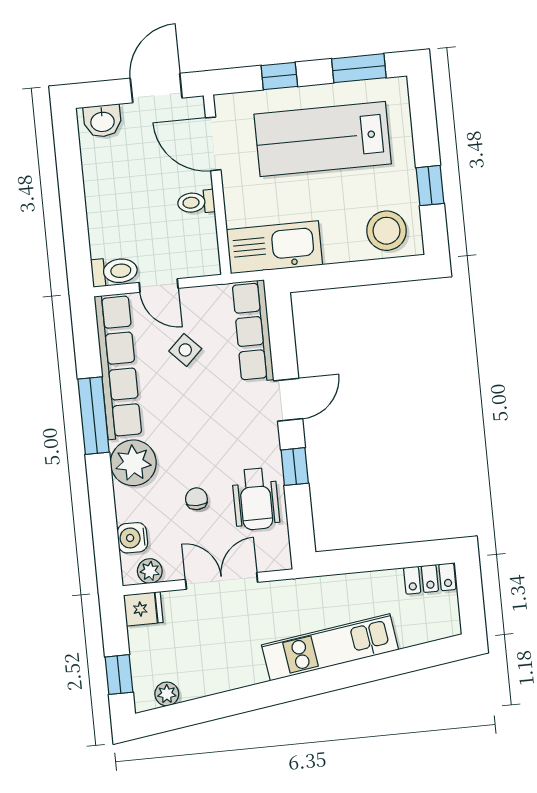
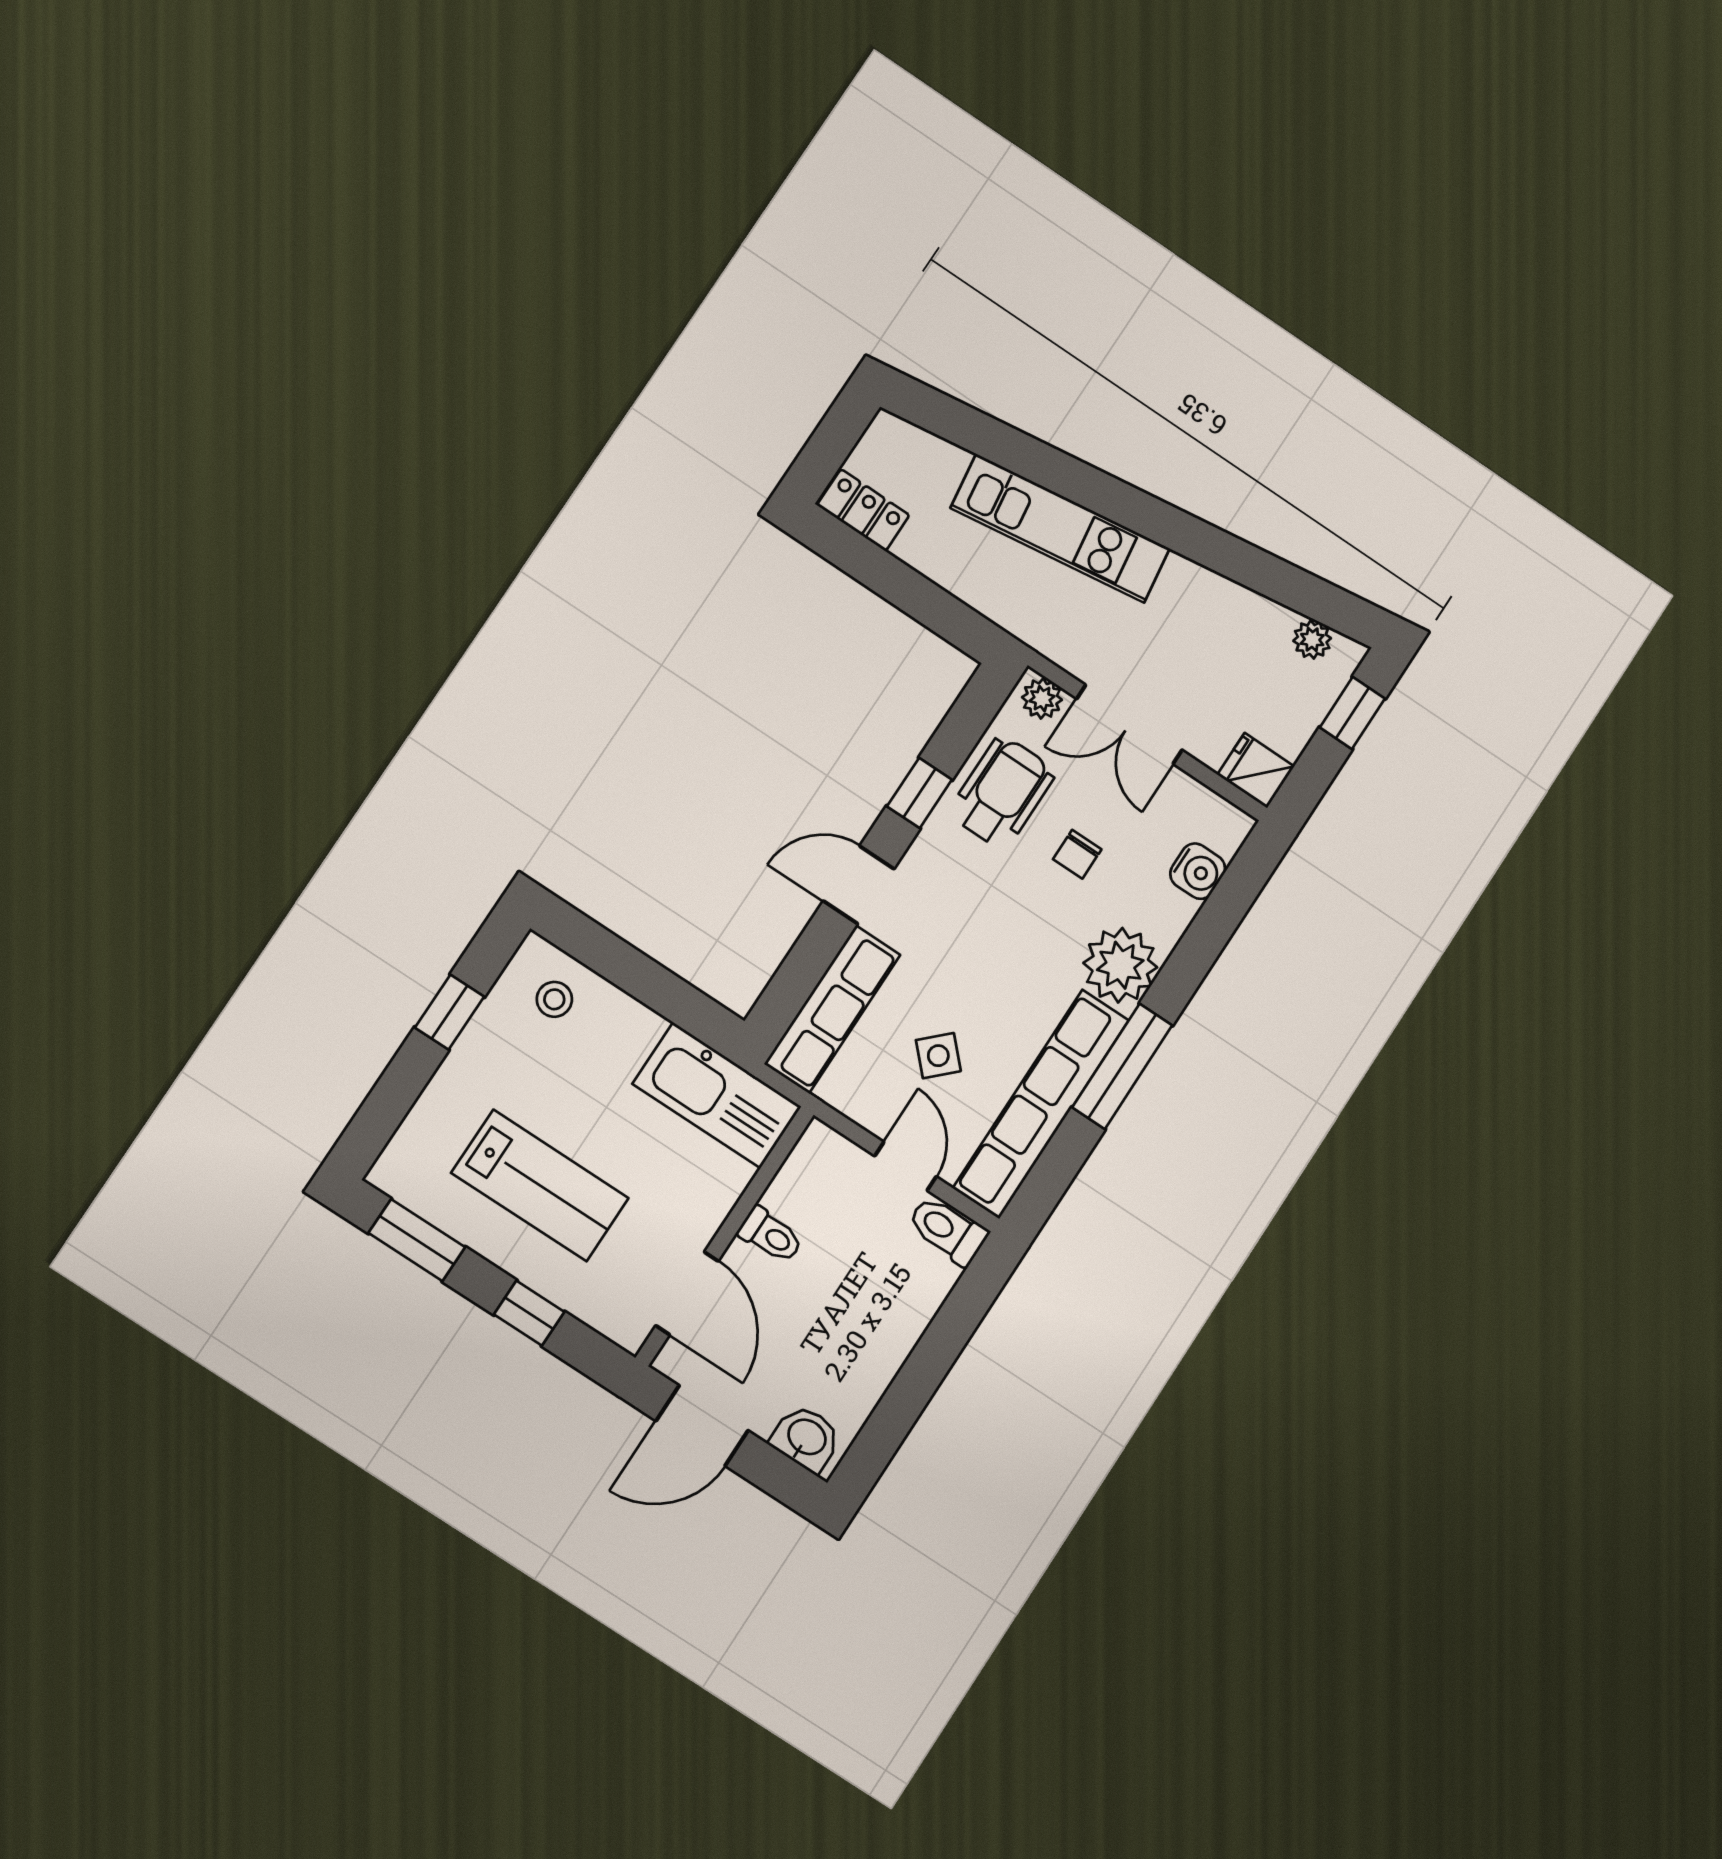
lab bench: (323, 139) -> (540, 1185), width x0.73, depth x0.72
stool: (387, 231) -> (554, 999), width x0.53, depth x0.53
plant: (150, 571) -> (1042, 699), moved

